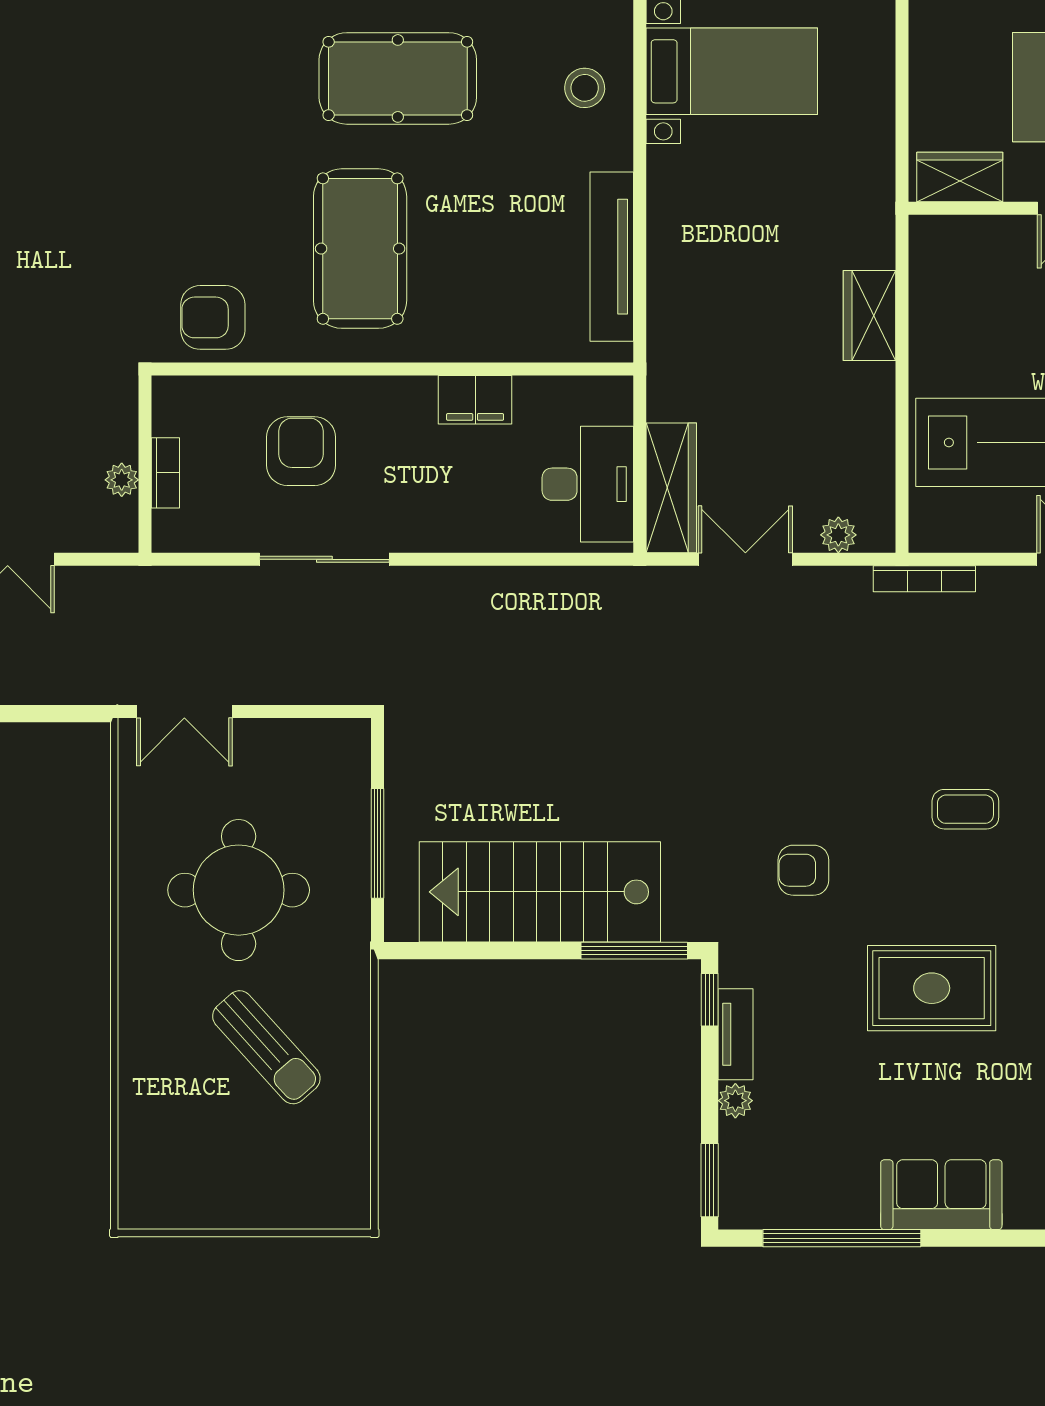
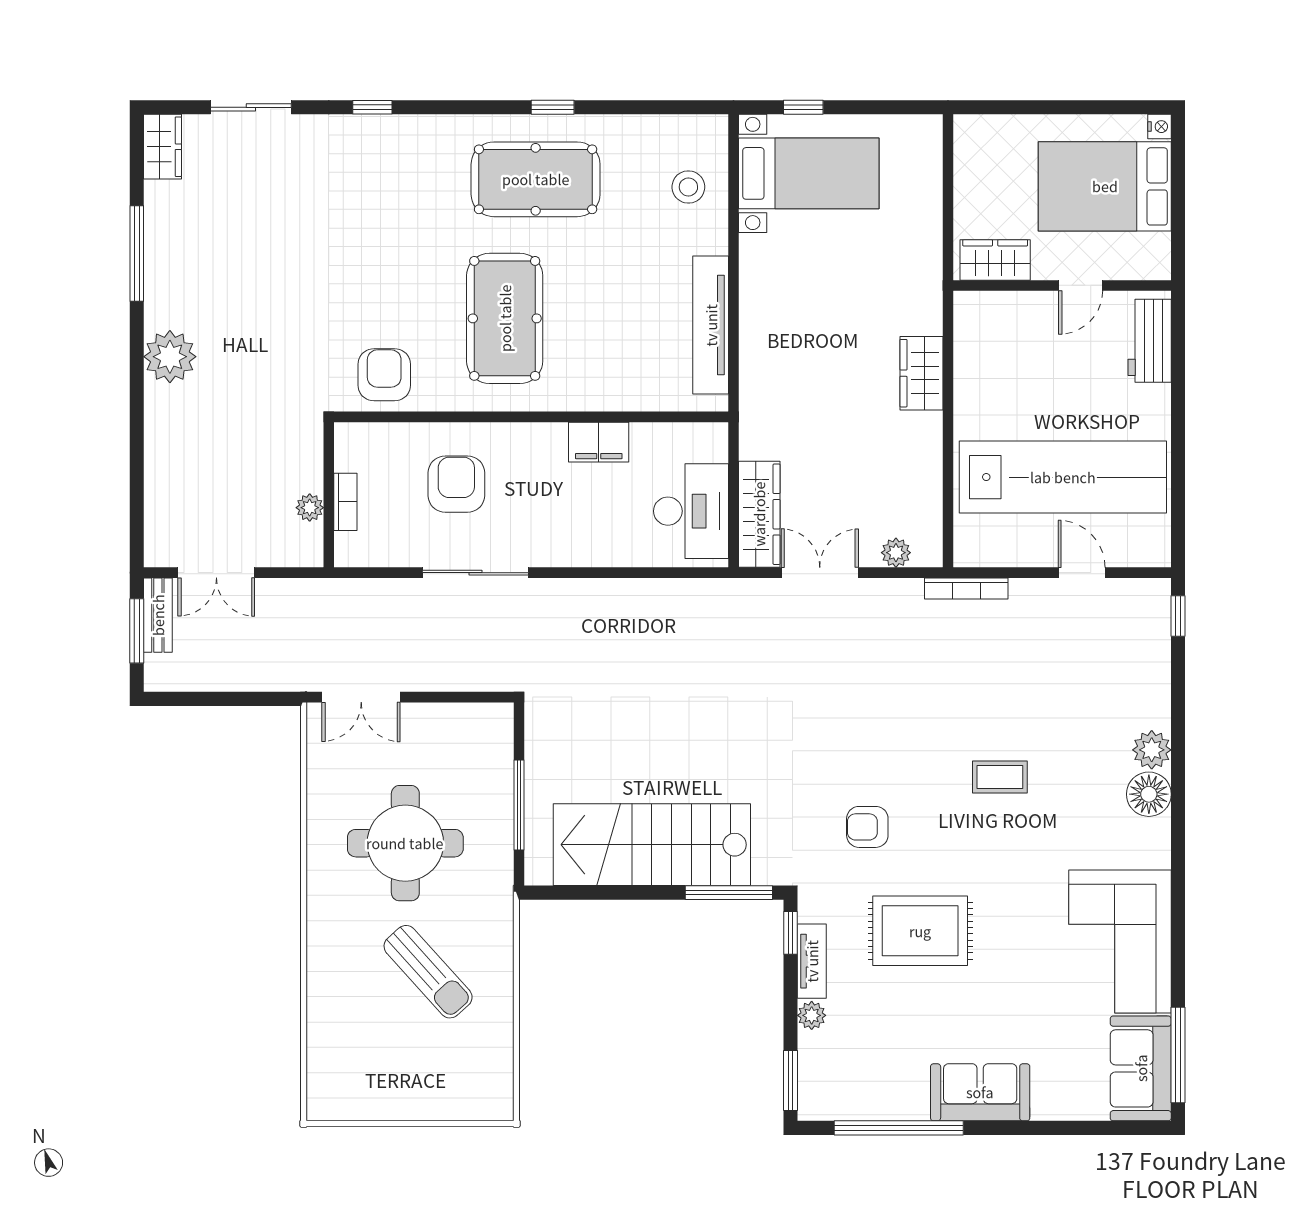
armchair: (213, 317) -> (384, 375), turned 90
rug: (932, 988) -> (920, 931), moved

